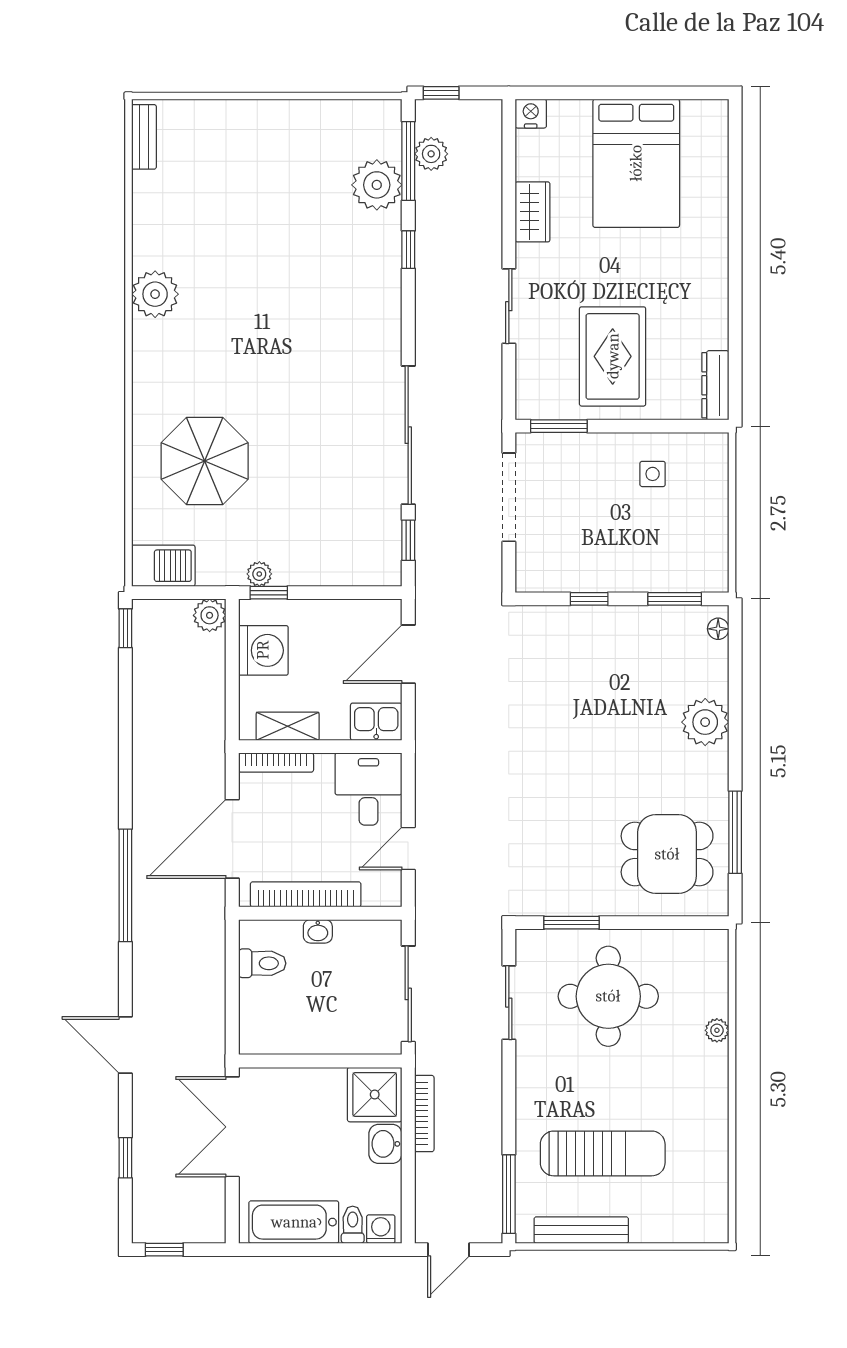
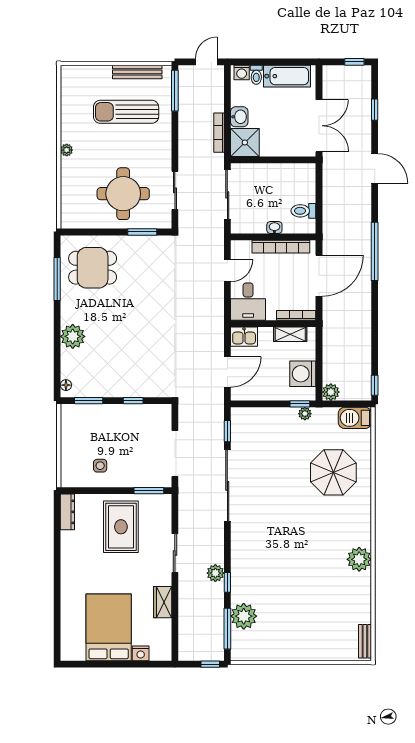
nightstand: (531, 114) -> (141, 653), moved
plant: (431, 154) -> (215, 573), moved
plant: (717, 1030) -> (67, 150), moved

